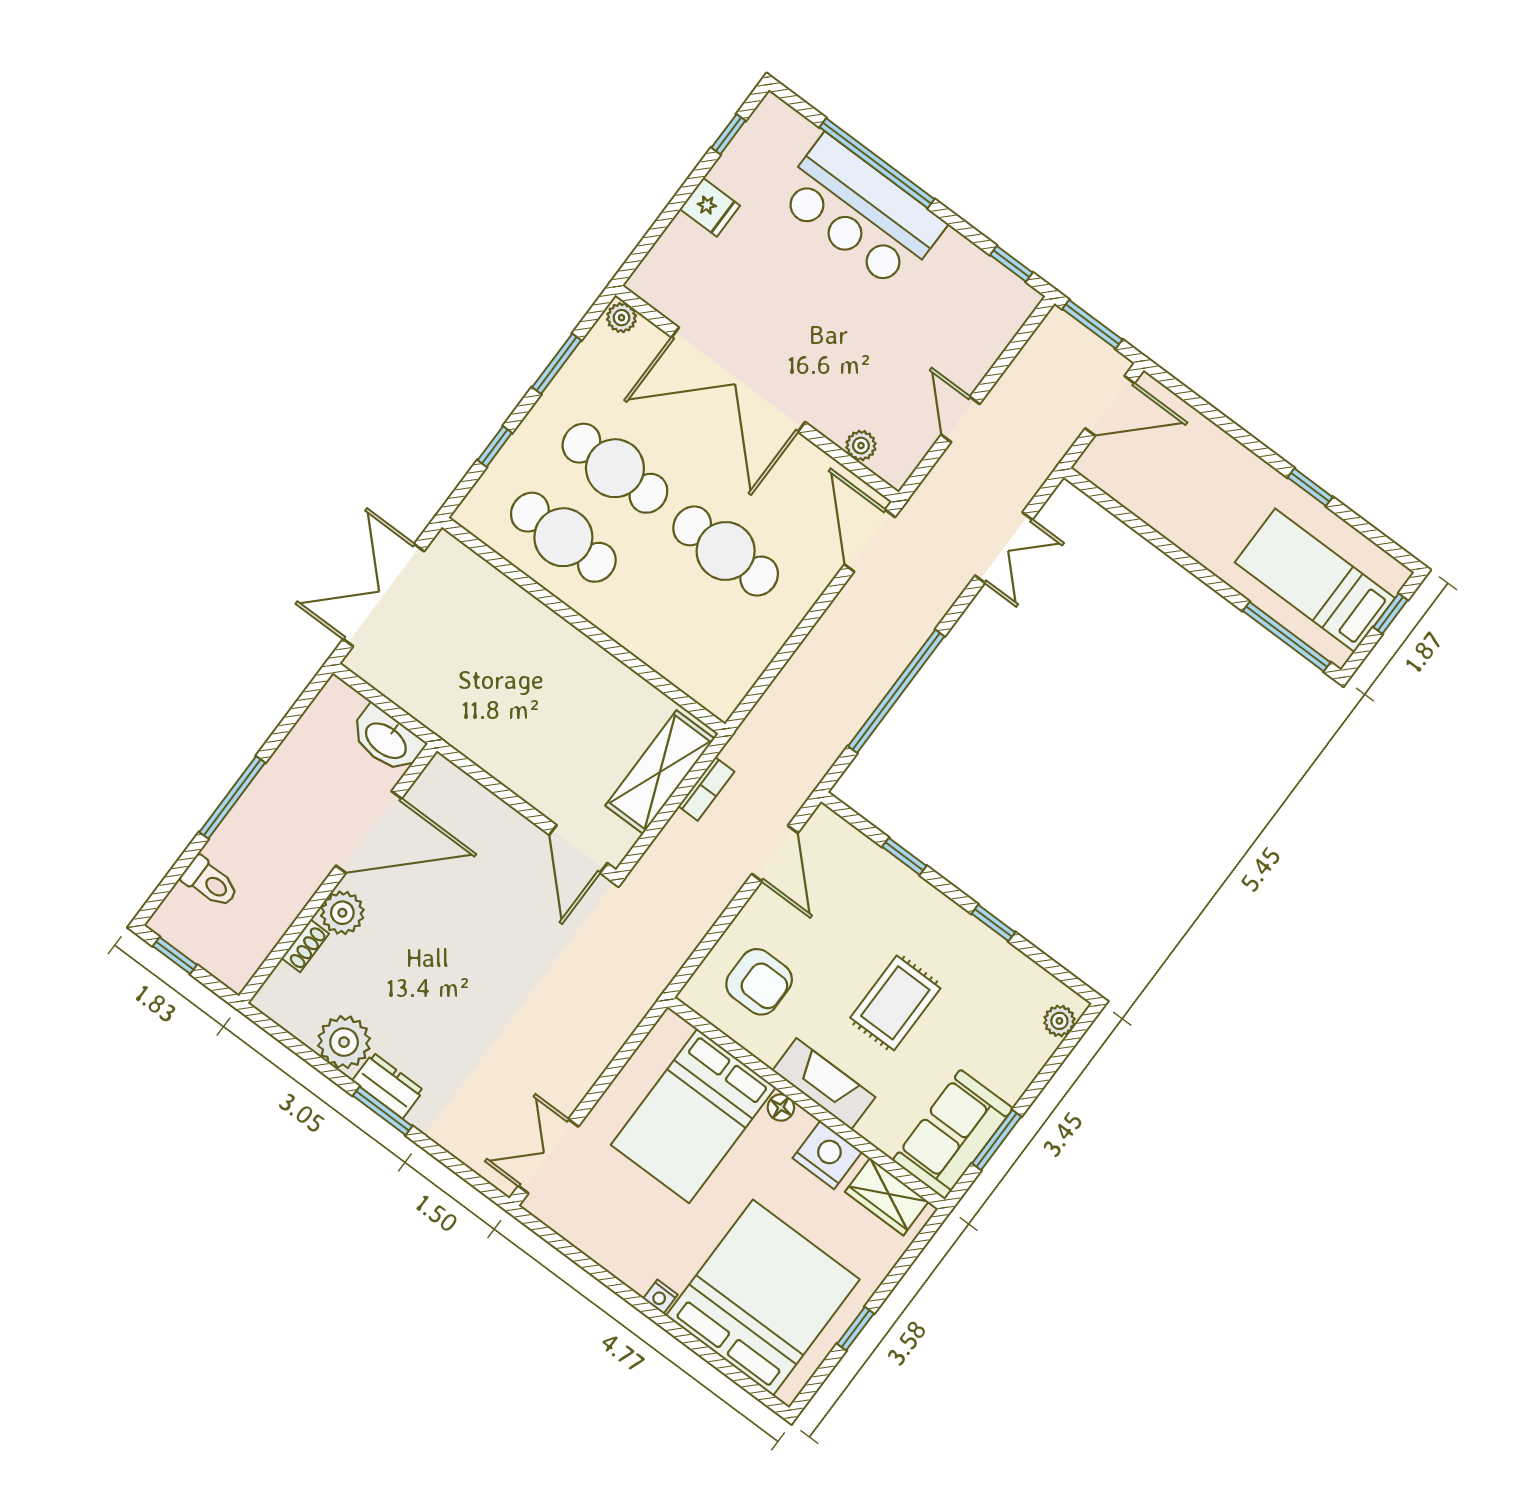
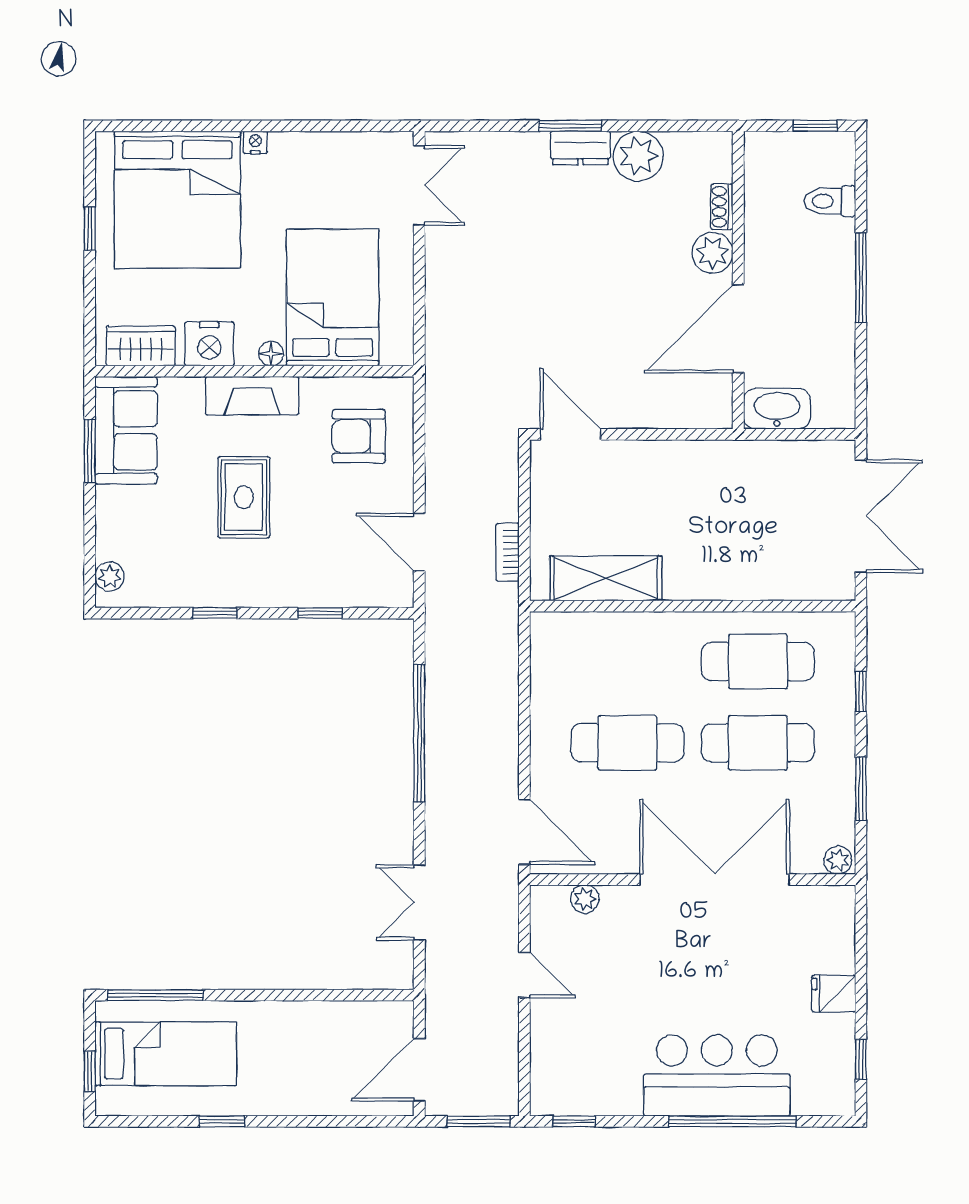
shelving: (660, 772) -> (606, 578), moved, turned 90

